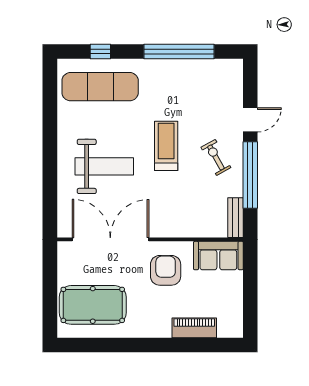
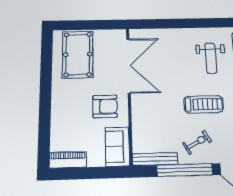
weight bench: (104, 166) -> (211, 58), moved, width x0.73, depth x0.75
bench: (236, 218) -> (155, 159), width x1.36
piano: (194, 328) -> (68, 160), moved, turned -90

